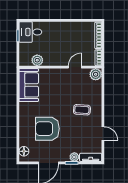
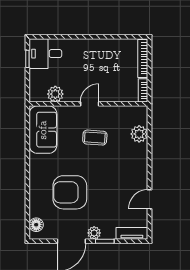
door: (75, 67) -> (90, 104), moved
plant: (96, 74) -> (139, 134), moved
coffee table: (82, 110) -> (95, 138), moved
door: (103, 133) -> (150, 199), swing flipped
plant: (74, 157) -> (94, 233), moved

